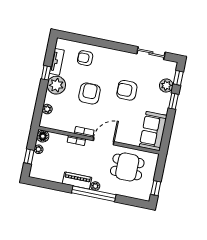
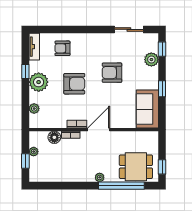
tv unit: (57, 62) -> (34, 47), moved
armchair: (89, 94) -> (74, 84), turned 90
window: (173, 101) -> (162, 89), moved
floor lamp: (43, 136) -> (54, 137), moved
dining table: (127, 167) -> (136, 167), moved
piano: (77, 180) -> (80, 176), removed
window: (94, 194) -> (121, 186), moved

